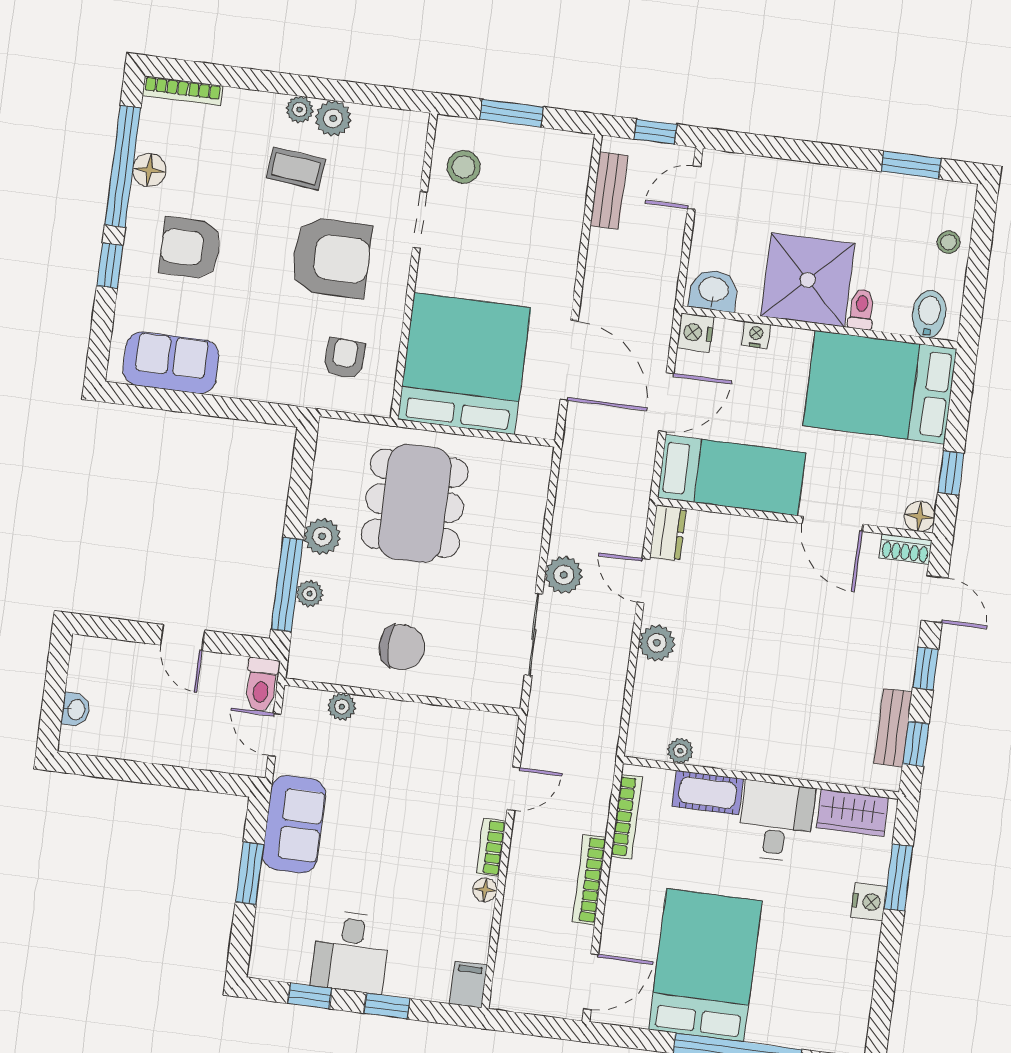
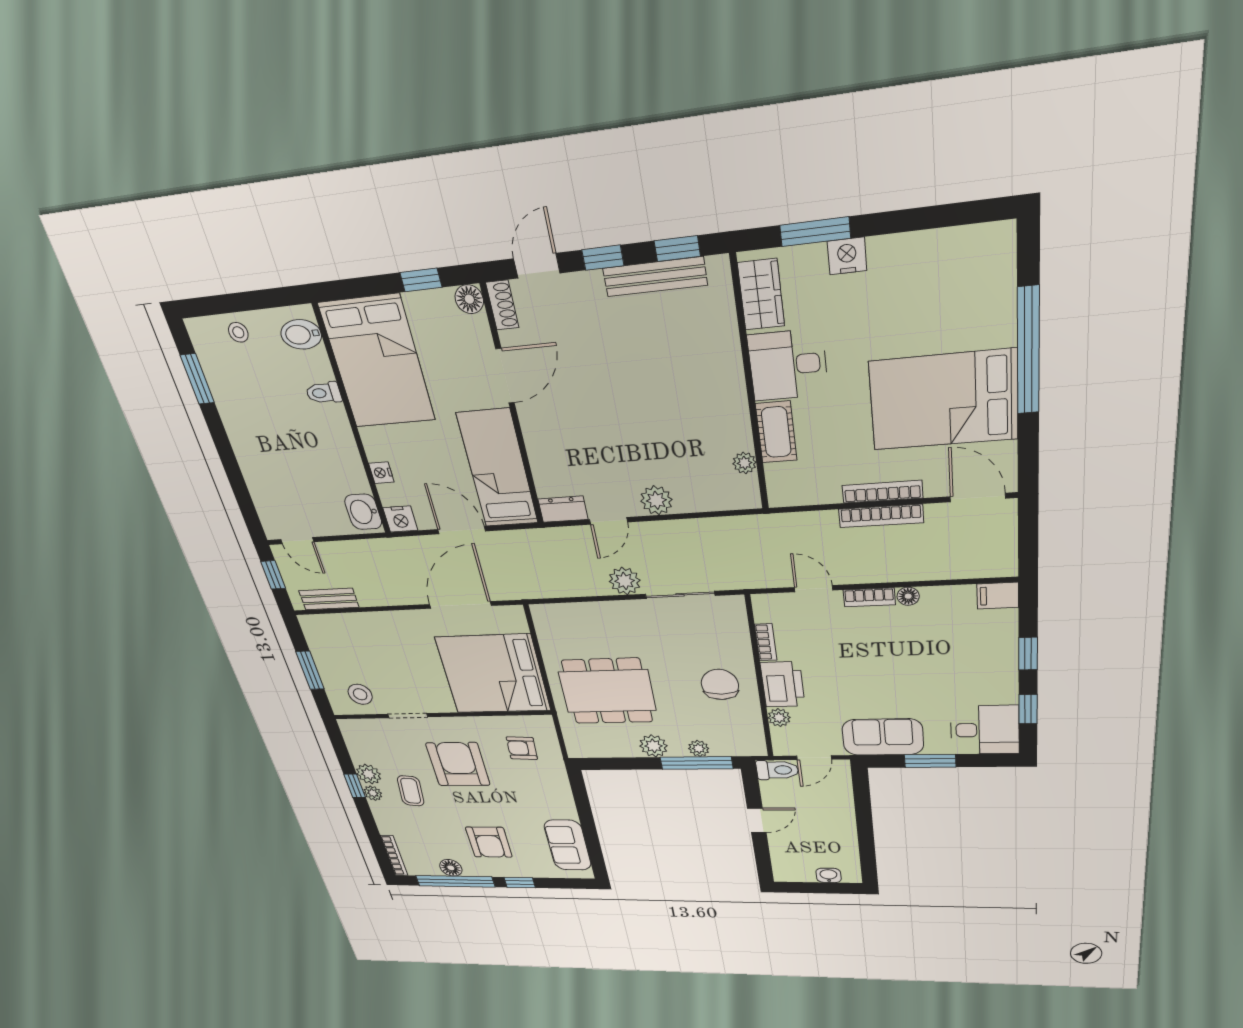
window: (316, 88) -> (355, 786), added
shower: (808, 280) -> (322, 442), removed
bookcase: (452, 717) -> (766, 642), added
printer: (390, 723) -> (783, 684), added
bench: (893, 728) -> (655, 277), width x1.36
bookcase: (627, 817) -> (882, 492), moved
desk: (351, 952) -> (985, 730), moved

